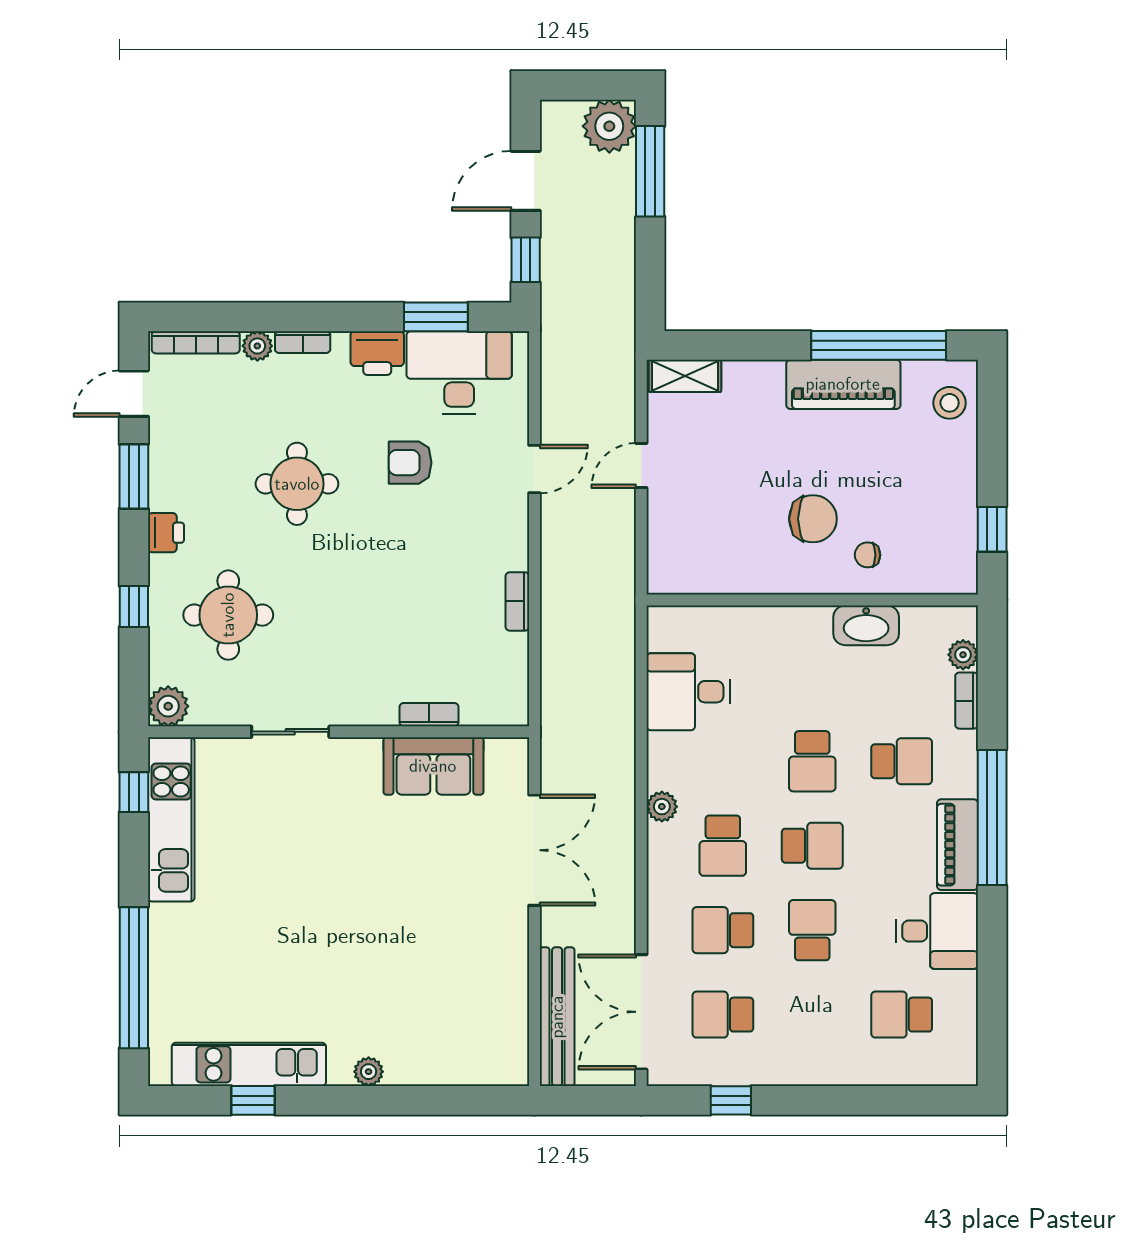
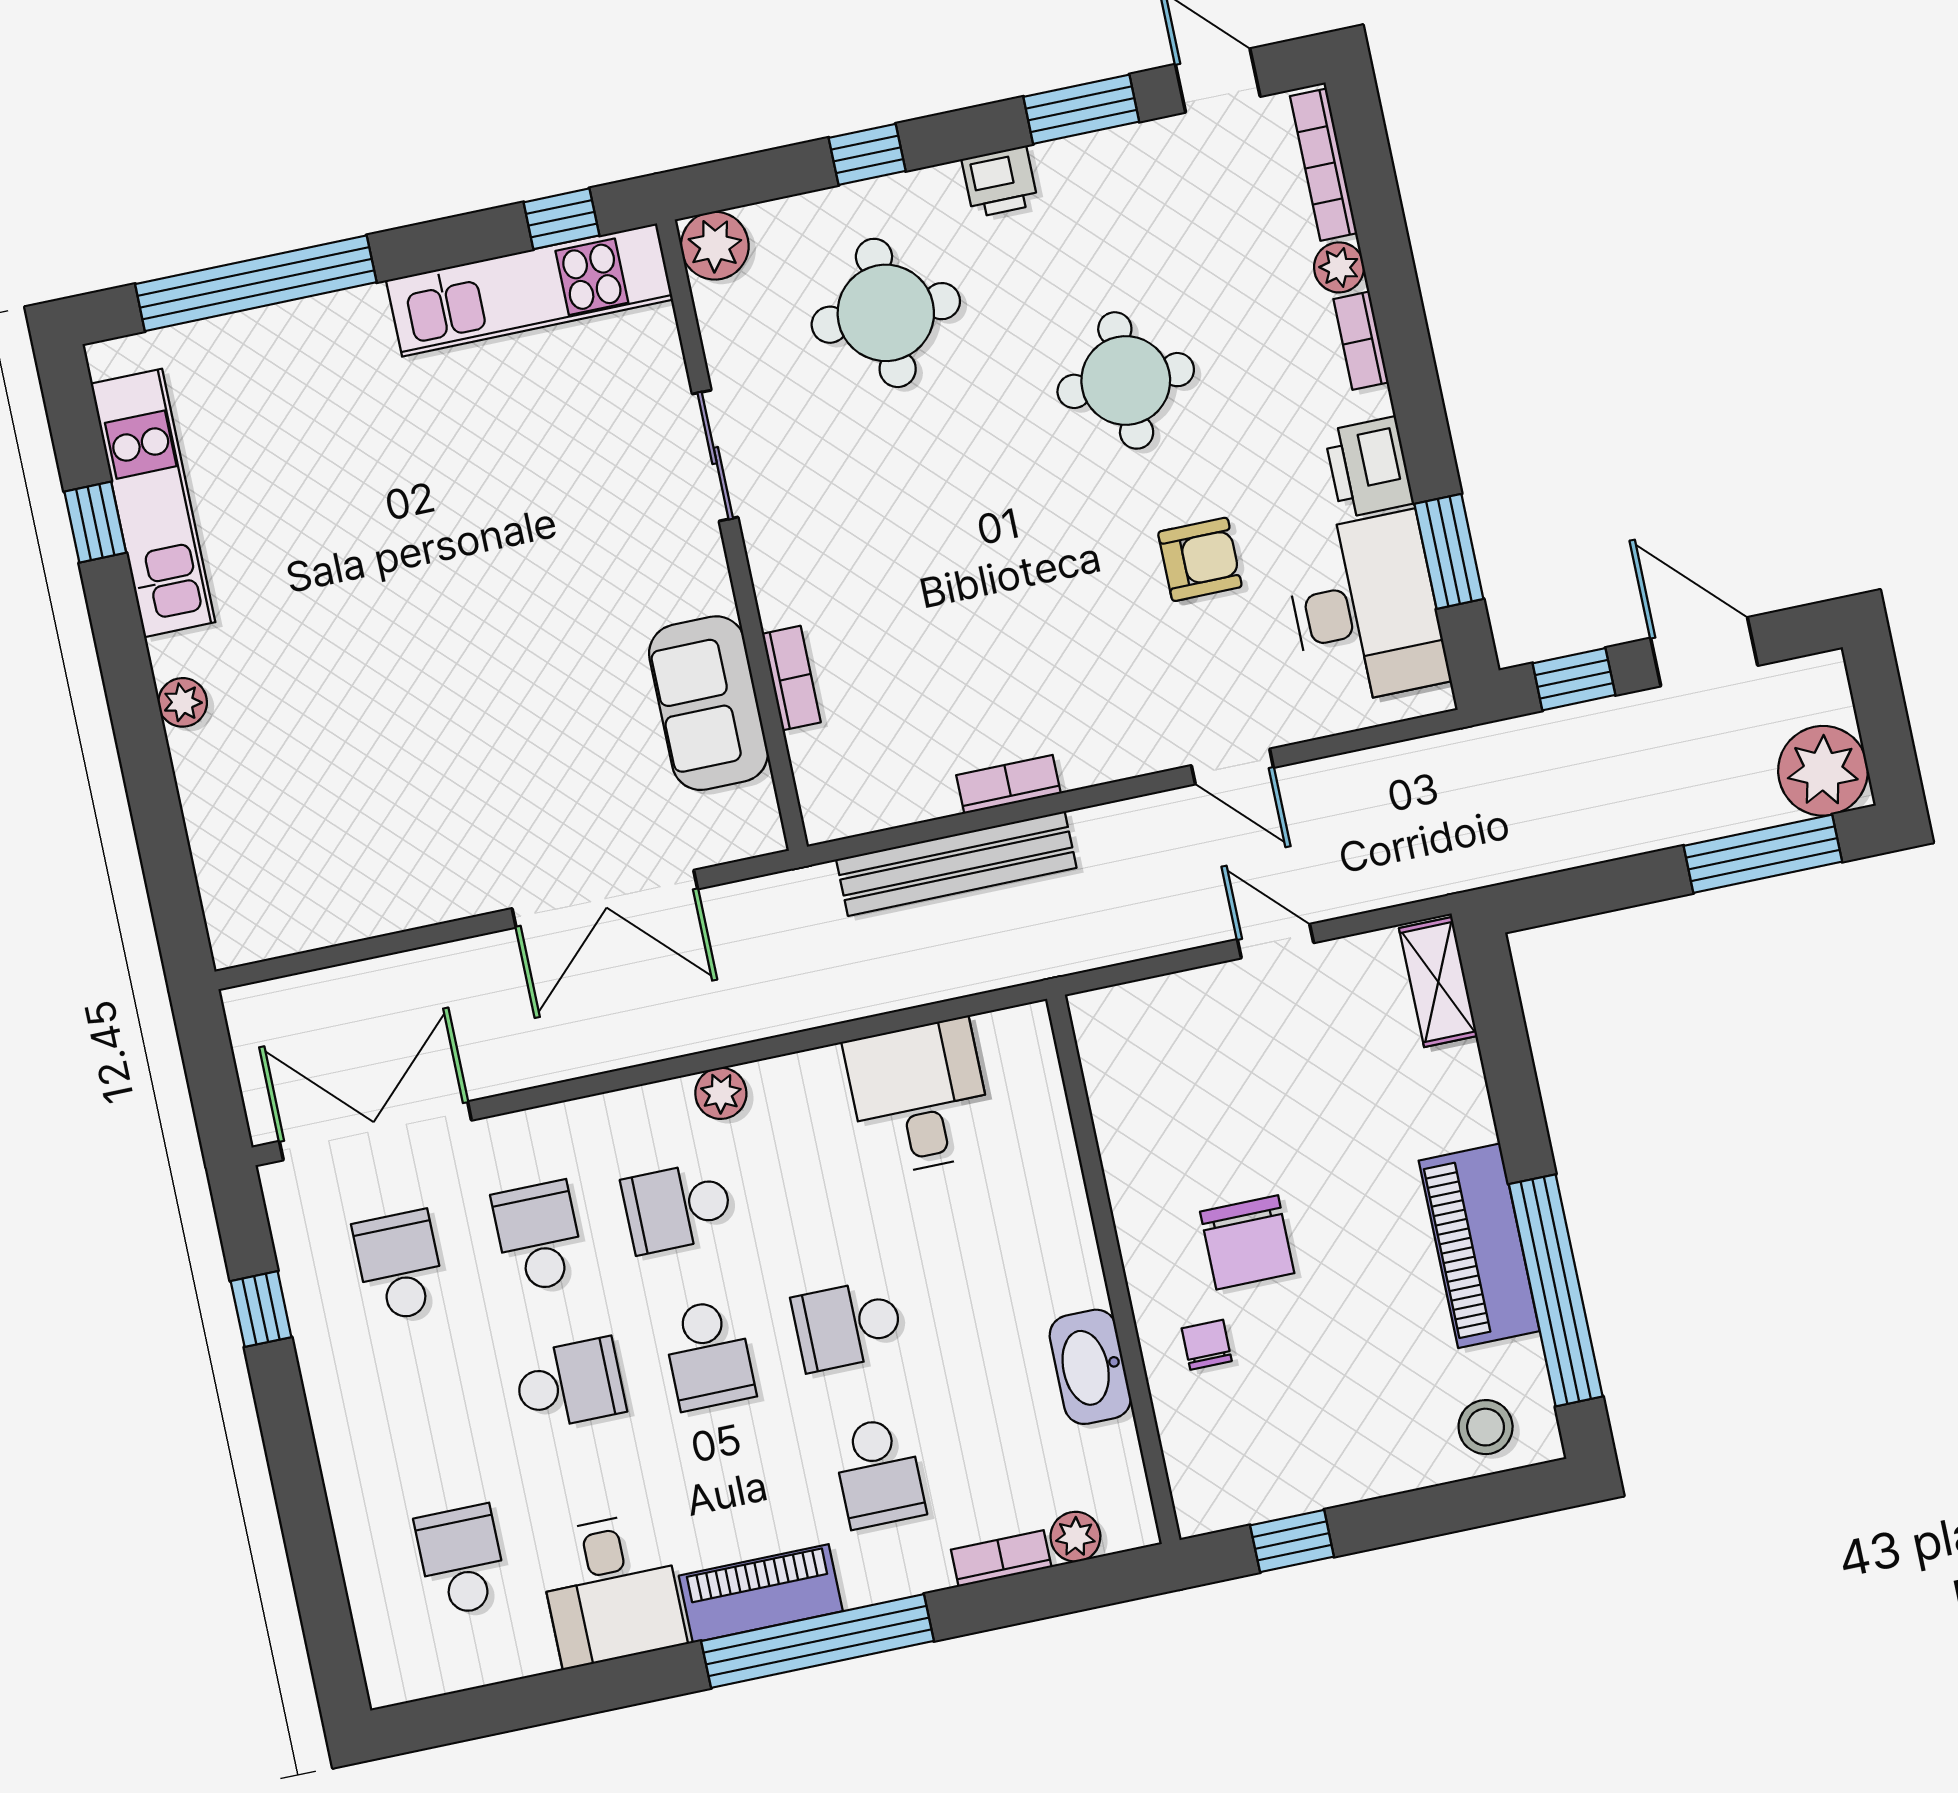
armchair: (410, 463) -> (1200, 559), turned 90
bench: (557, 1017) -> (956, 864), moved

